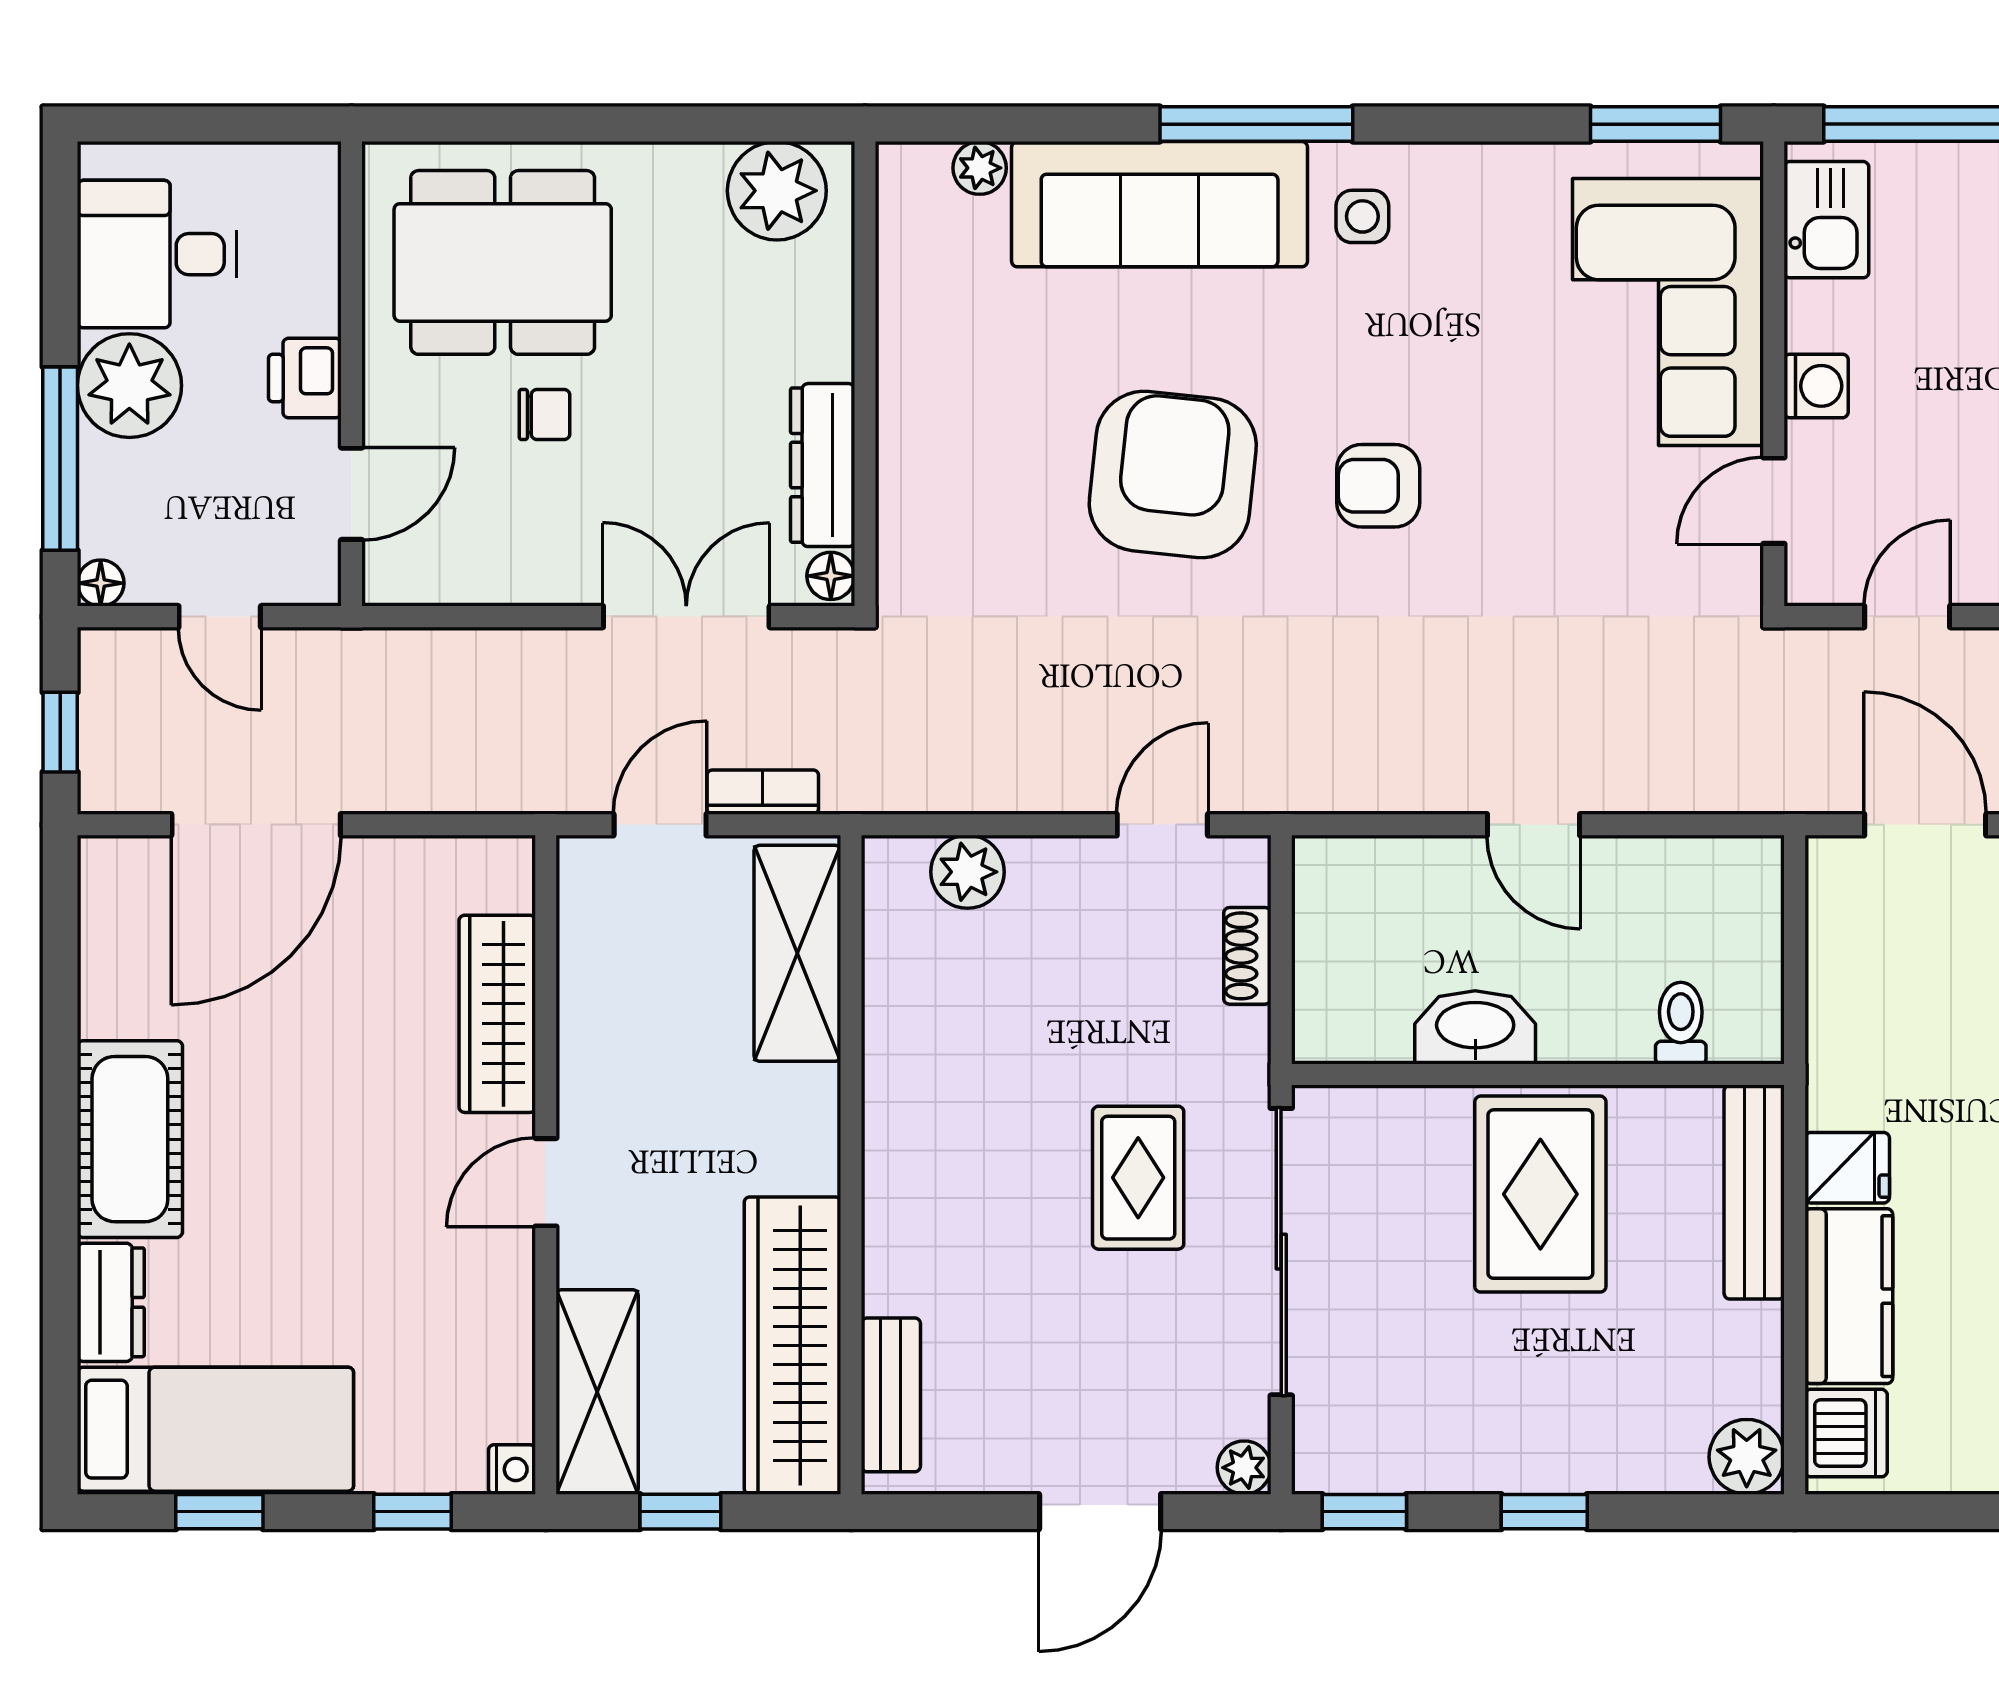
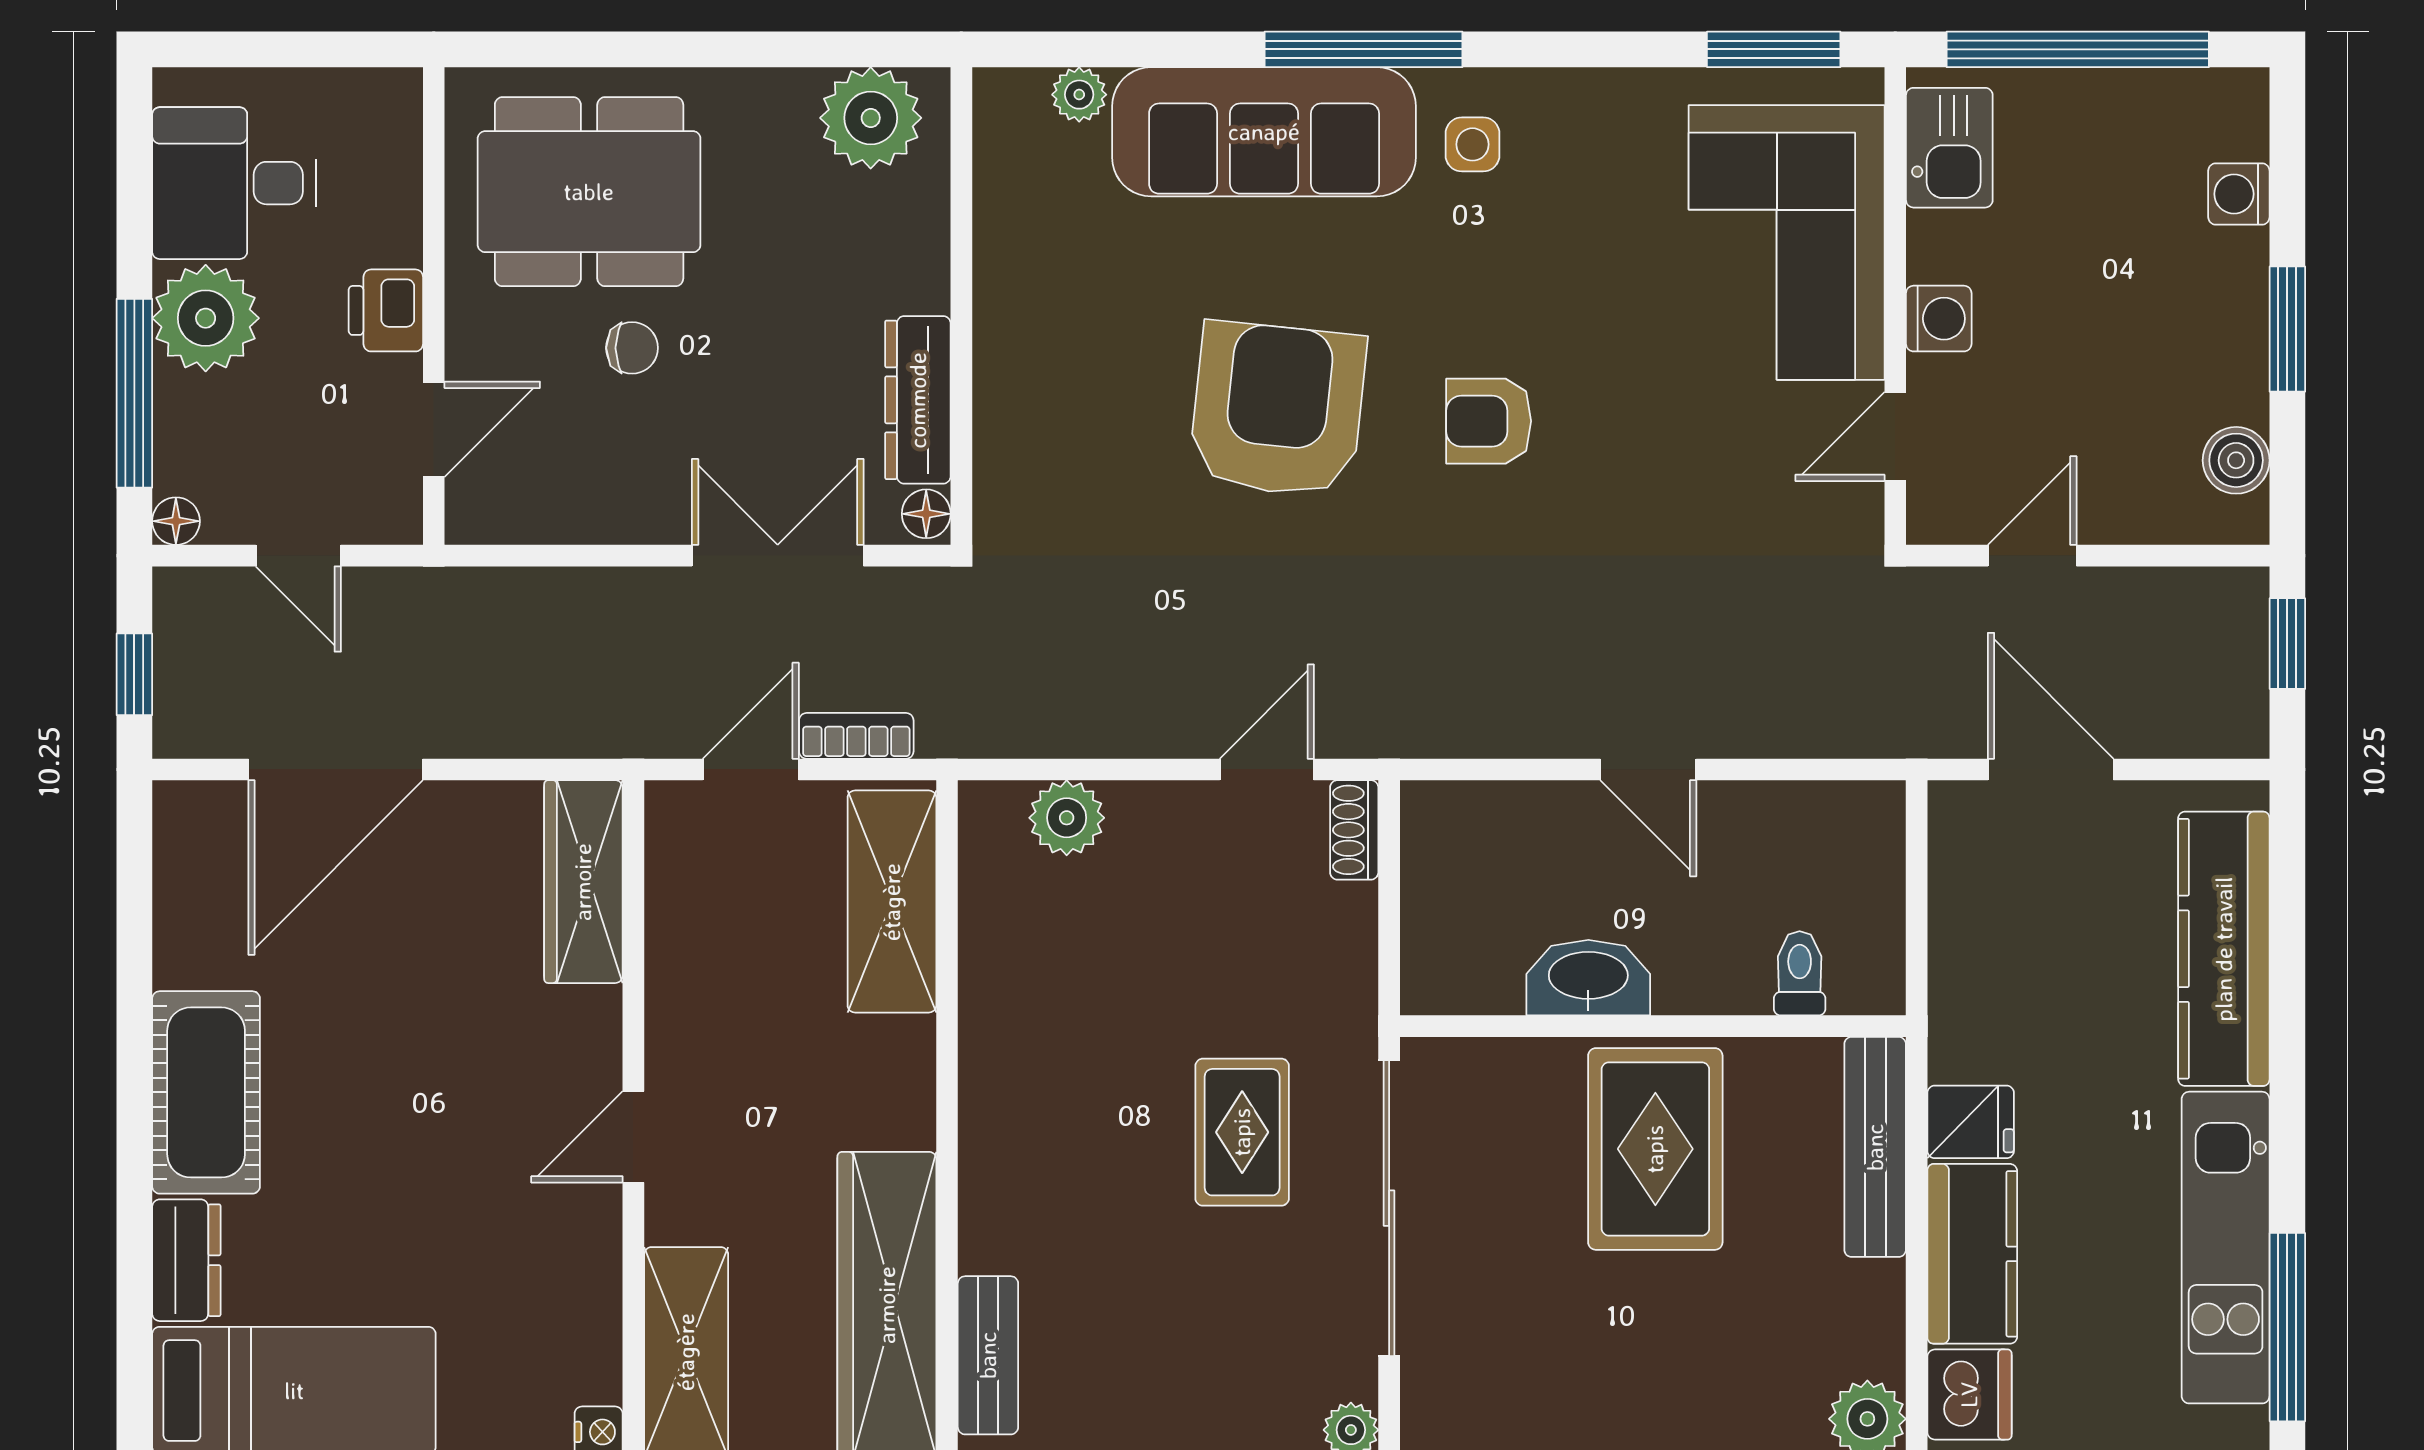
shoe rack: (1247, 956) -> (1354, 830), moved
wardrobe: (497, 1014) -> (583, 882), moved

